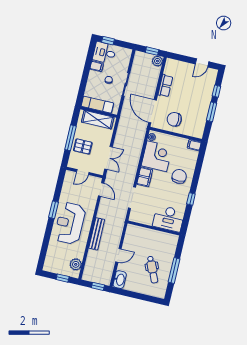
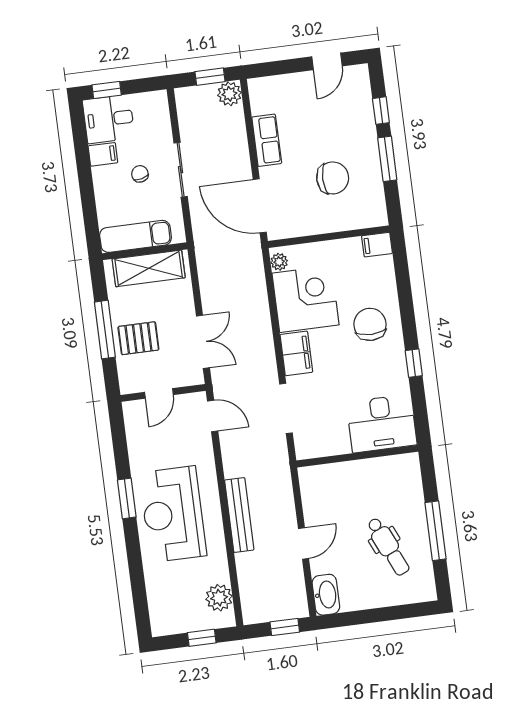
chair: (174, 119) -> (333, 178), moved, turned 180

